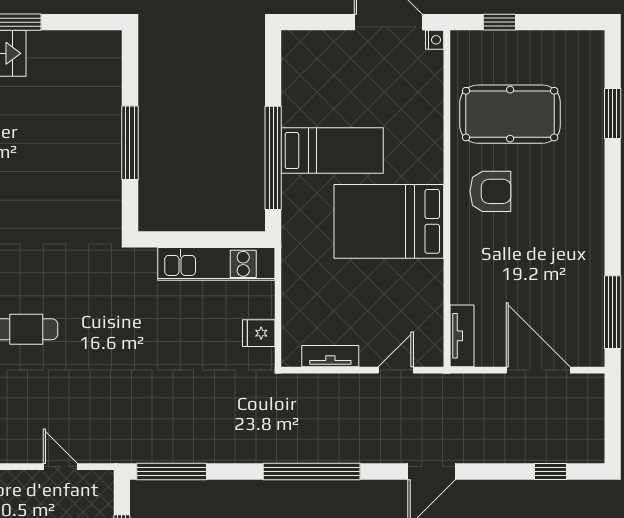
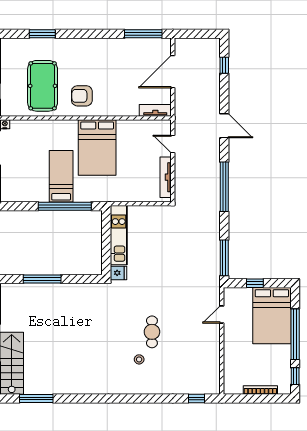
window: (130, 143) -> (42, 279), moved
armchair: (490, 191) -> (82, 96), turned -90
fridge: (259, 333) -> (119, 273), moved, turned -90
tv unit: (330, 356) -> (166, 177), width x1.41

